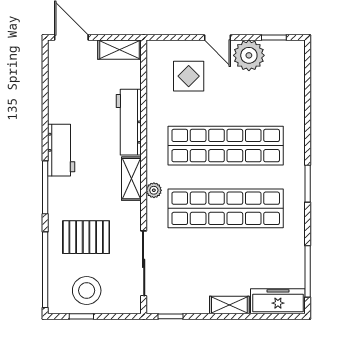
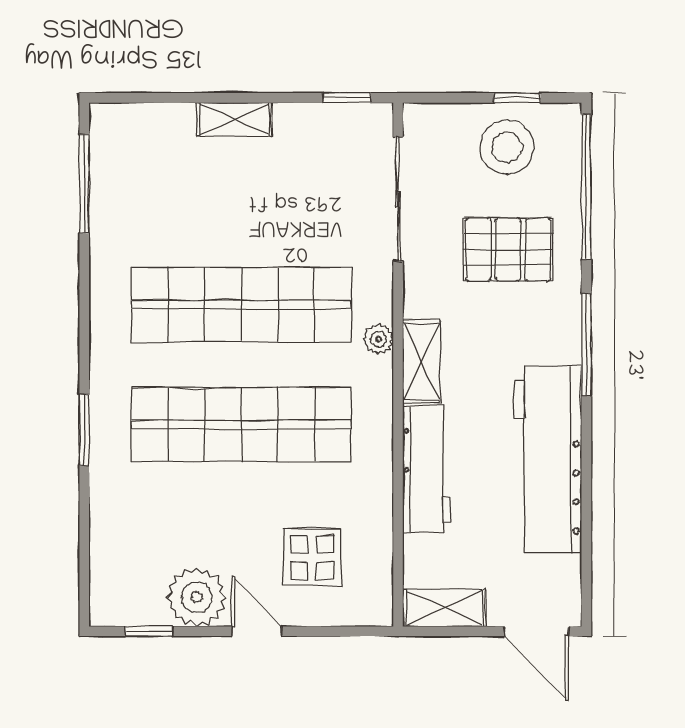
workbench: (61, 150) -> (548, 459), width x1.88, depth x1.32
window: (308, 184) -> (84, 430), moved
freezer: (278, 301) -> (141, 127), removed

